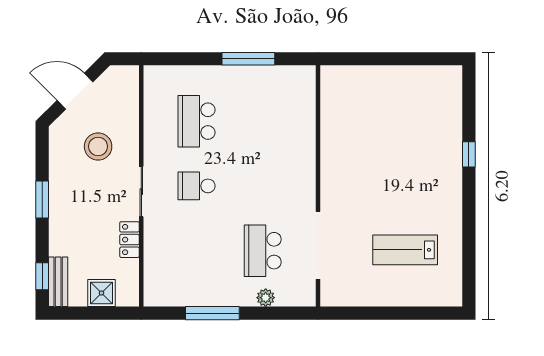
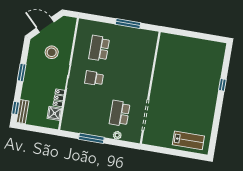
lab bench: (405, 250) -> (188, 140), moved, turned 180
shower: (101, 293) -> (54, 113), moved

